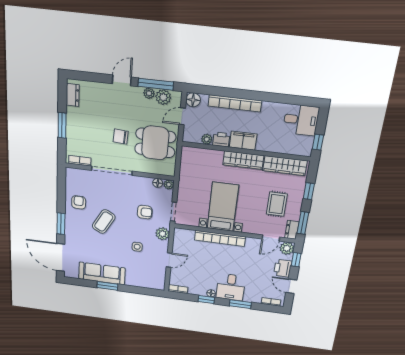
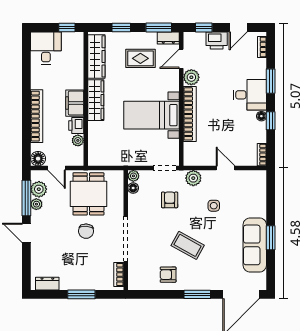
door: (271, 238) -> (181, 59), swing flipped
plant: (287, 248) -> (191, 77), moved

